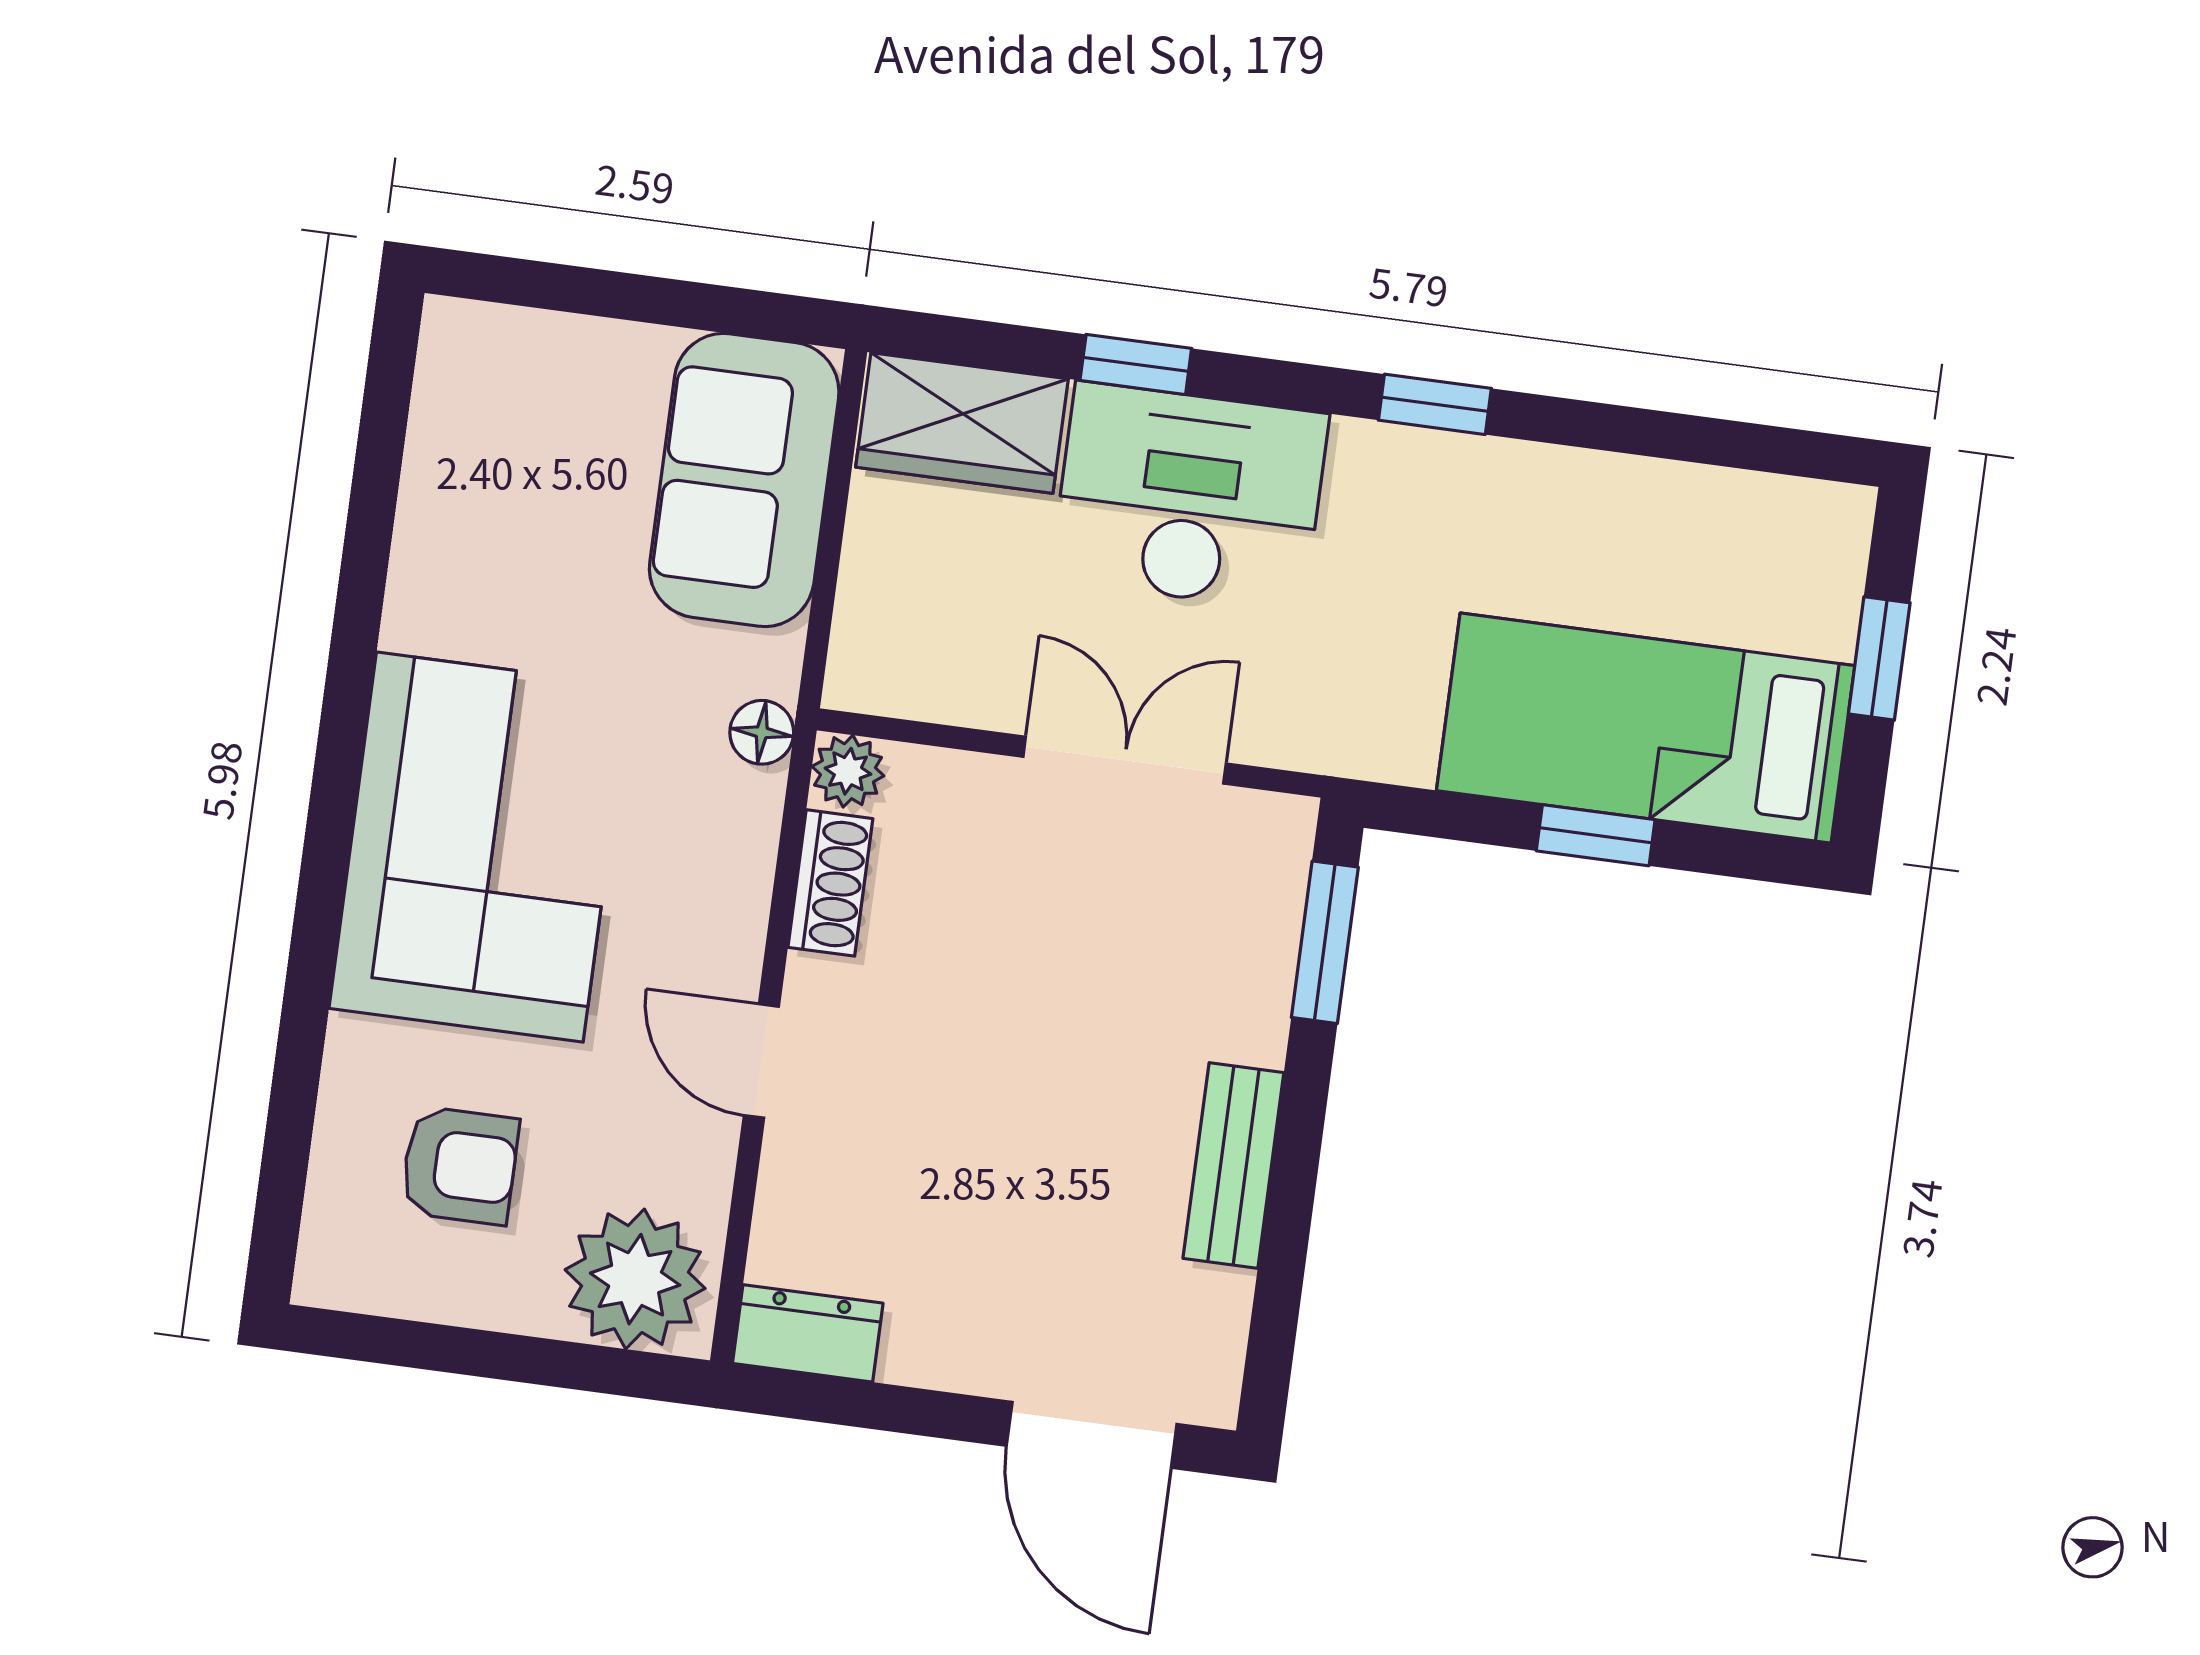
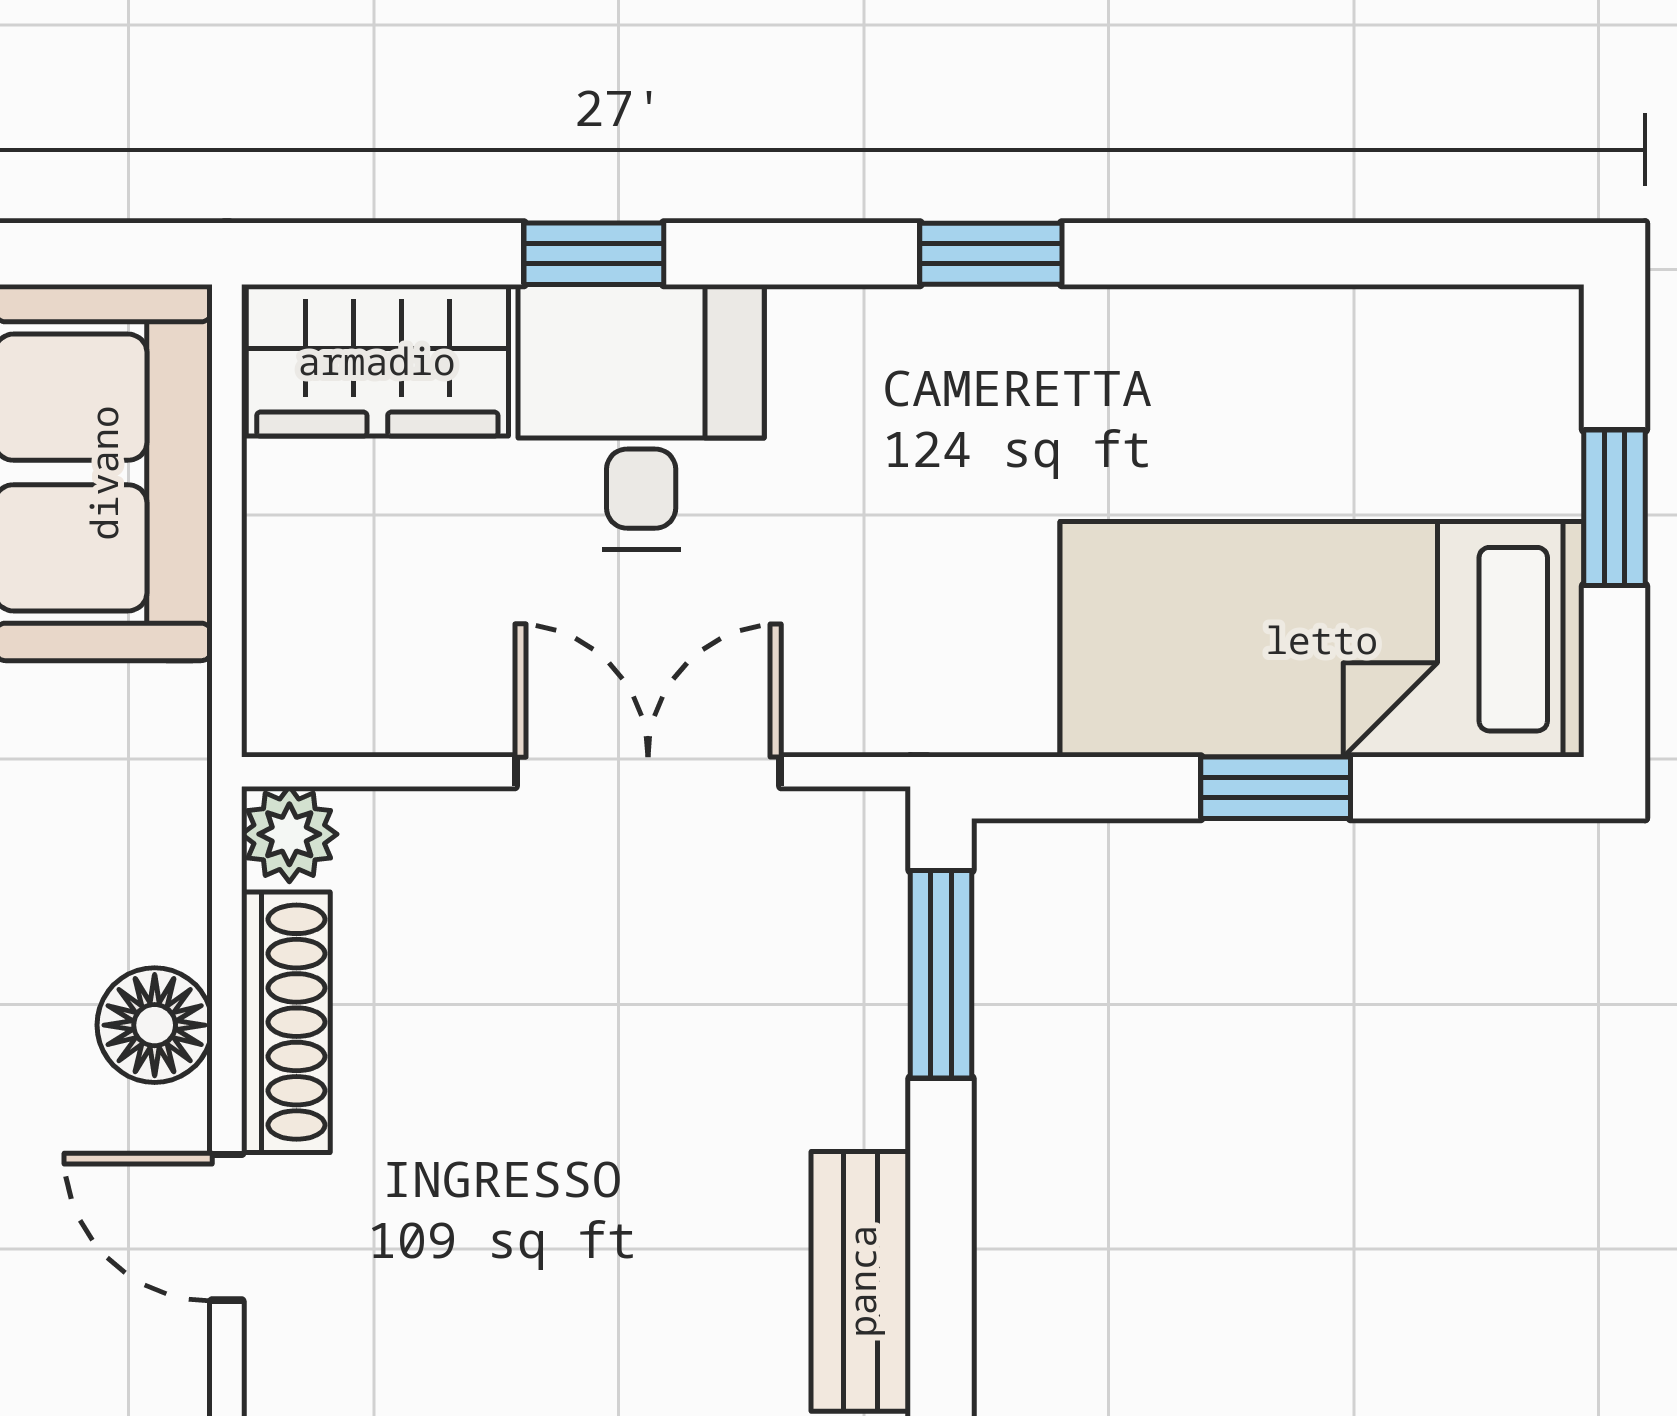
desk: (1190, 497) -> (641, 417), width x0.73
floor lamp: (762, 732) -> (155, 1025), moved, width x1.37, depth x1.37
shoe rack: (830, 883) -> (286, 1022), width x1.43

